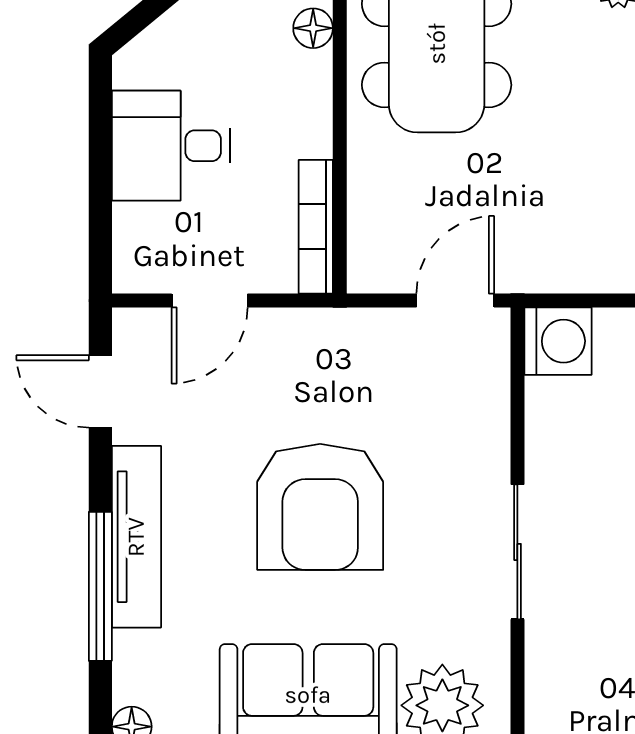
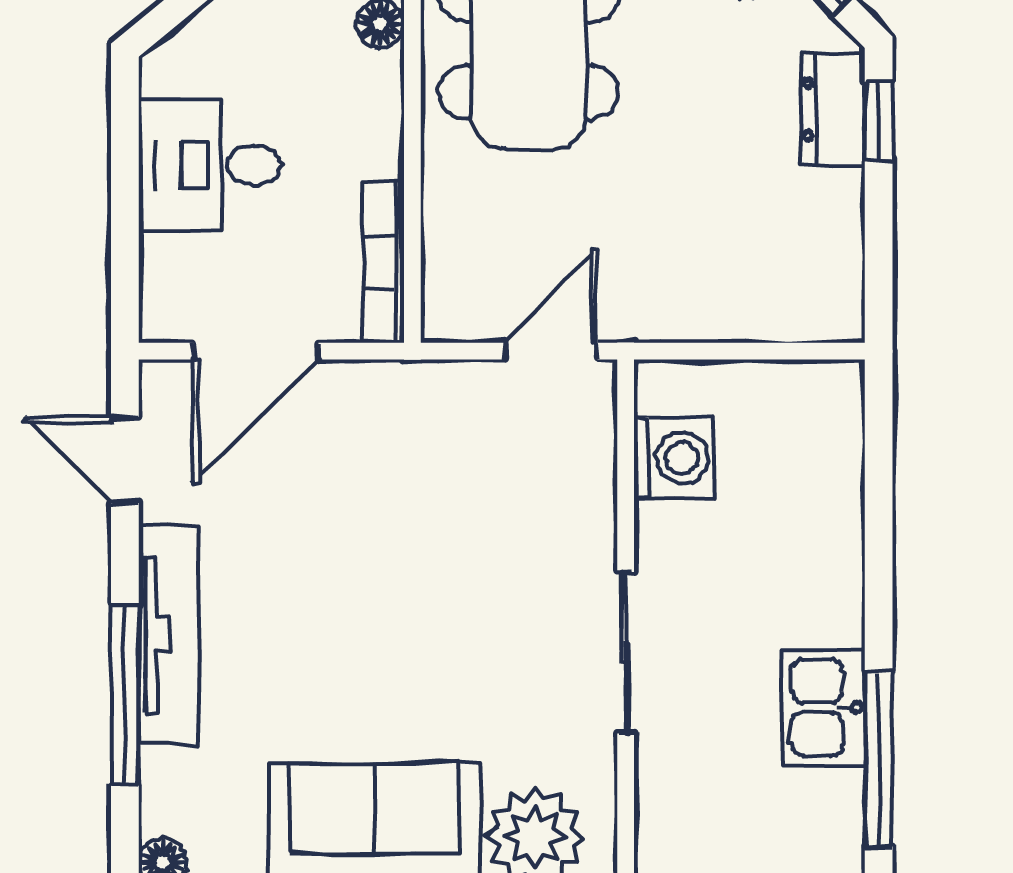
door: (210, 301) -> (256, 351), width x1.38
washing machine: (558, 341) -> (674, 458), moved
armchair: (320, 507) -> (389, 599), removed

